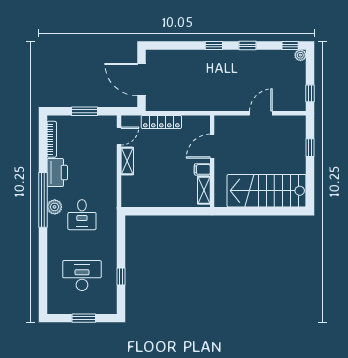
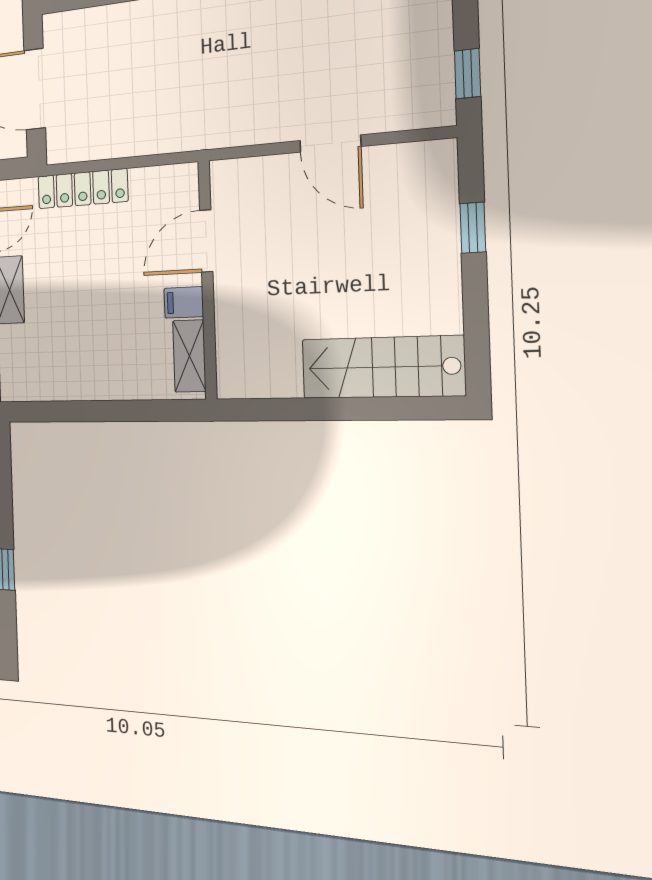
door: (261, 113) -> (330, 144), swing flipped
stairs: (267, 191) -> (382, 367), width x0.73, depth x0.66

